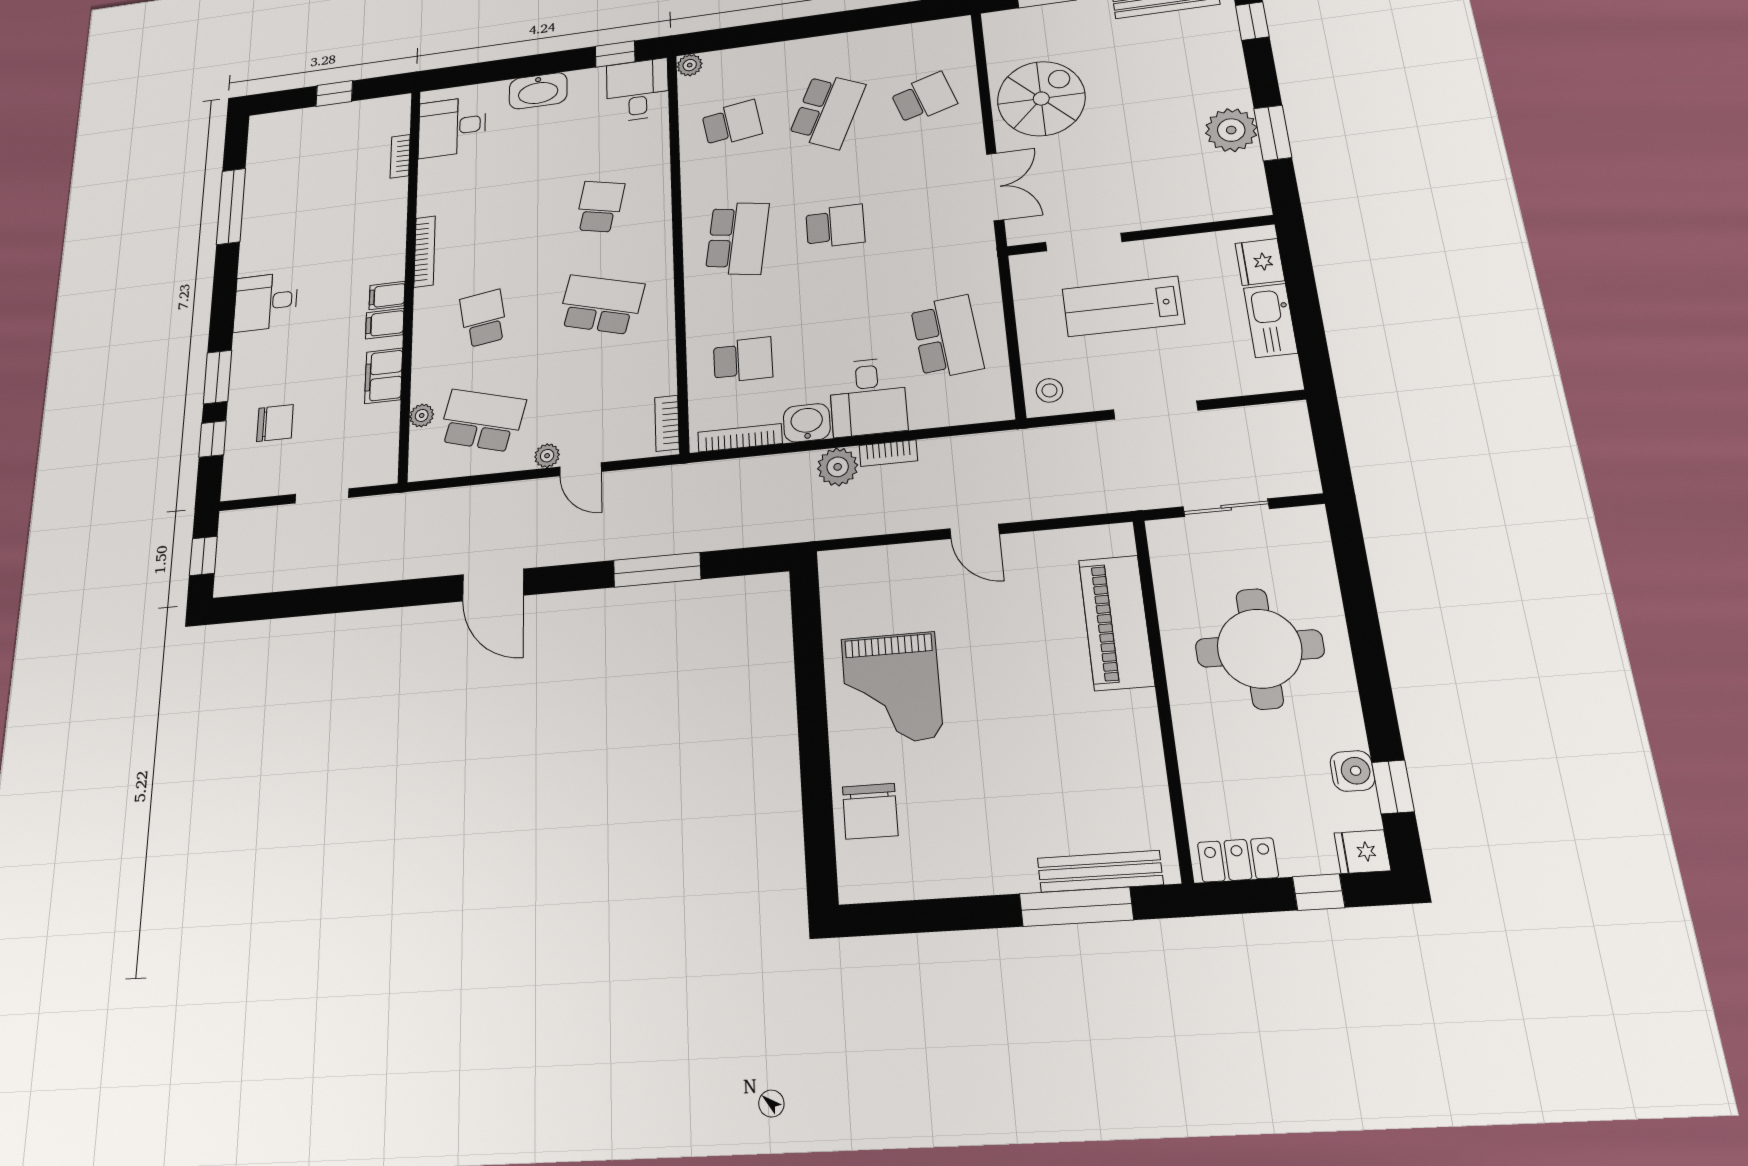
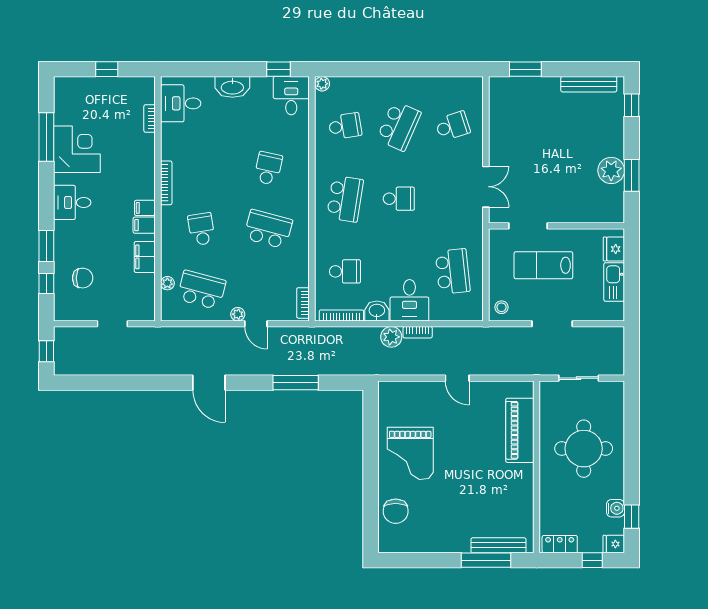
spiral stairs: (1041, 99) -> (516, 136), removed
corner desk: (279, 218) -> (77, 149), added

